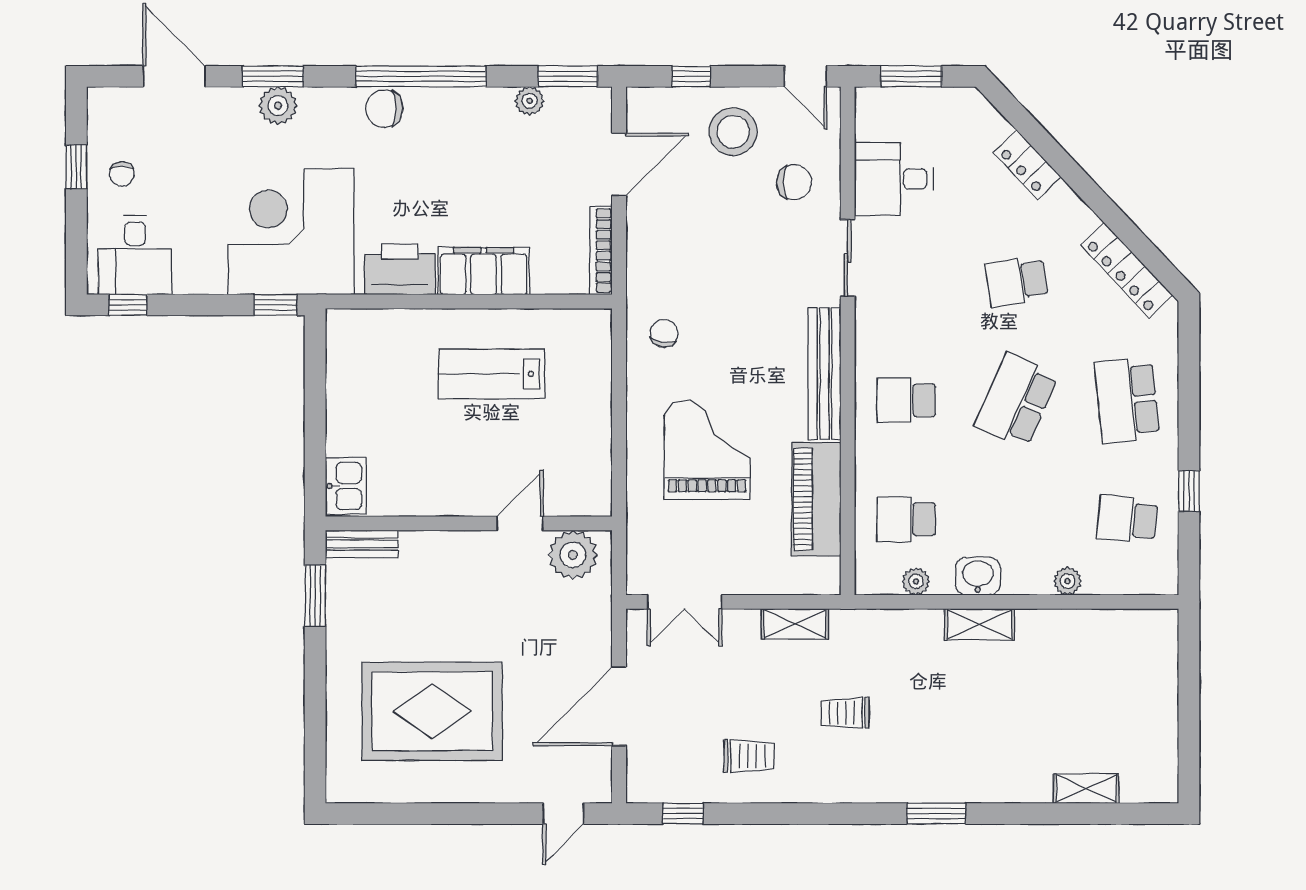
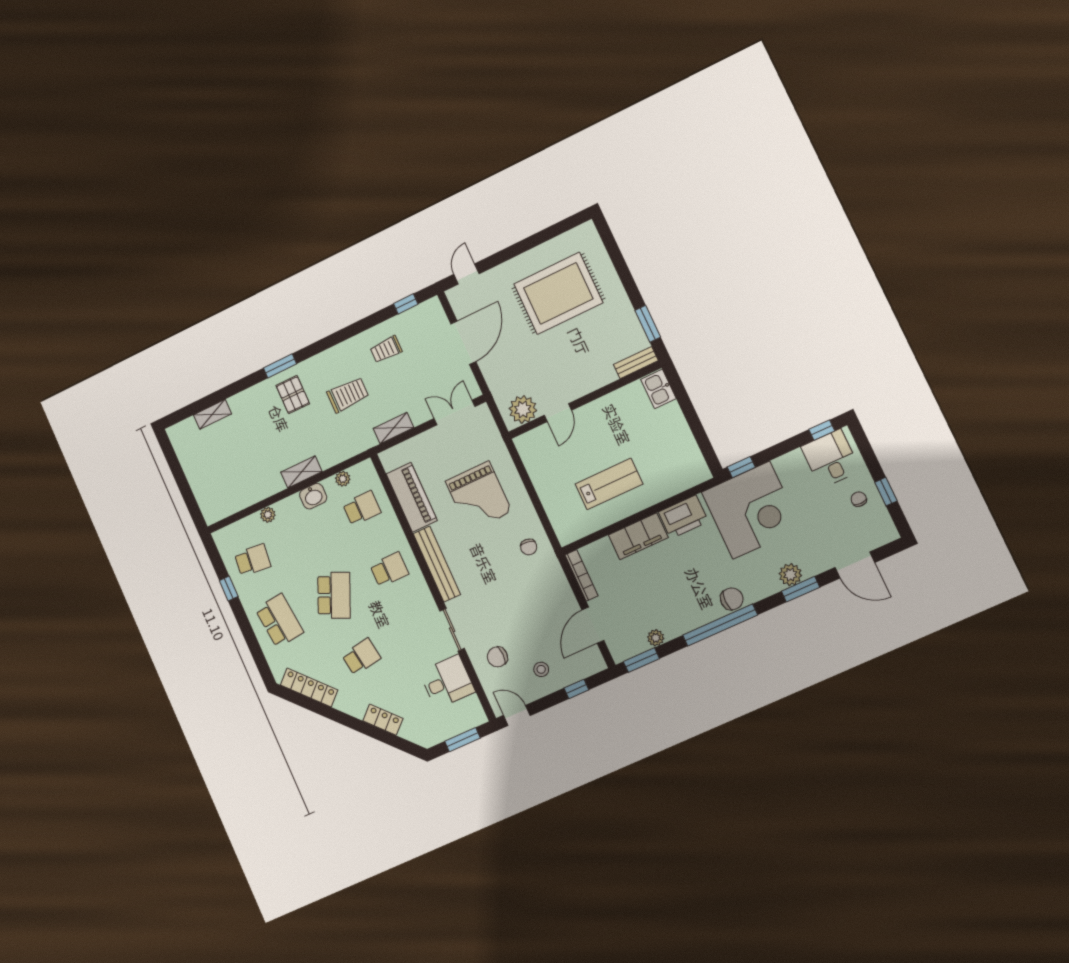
stool: (733, 132) -> (541, 669), width x0.53, depth x0.53
trolley: (845, 713) -> (348, 395), width x1.36, depth x1.39
pallet: (936, 757) -> (293, 395), added

